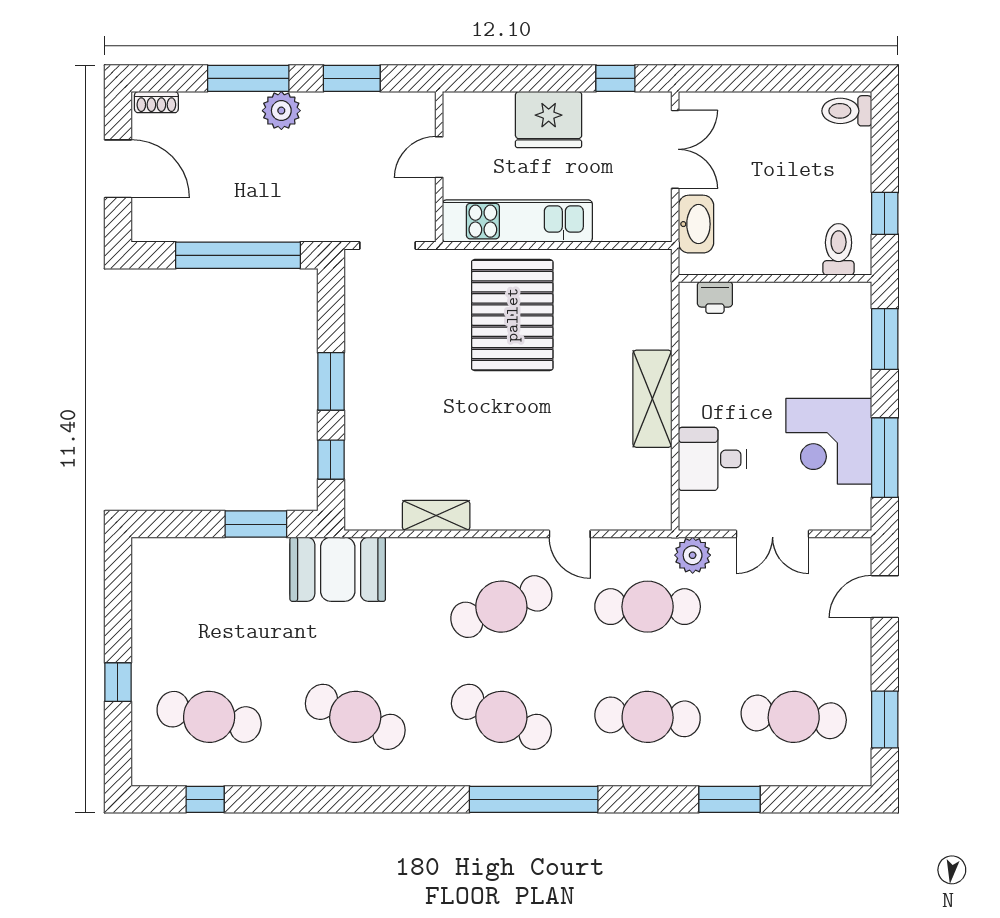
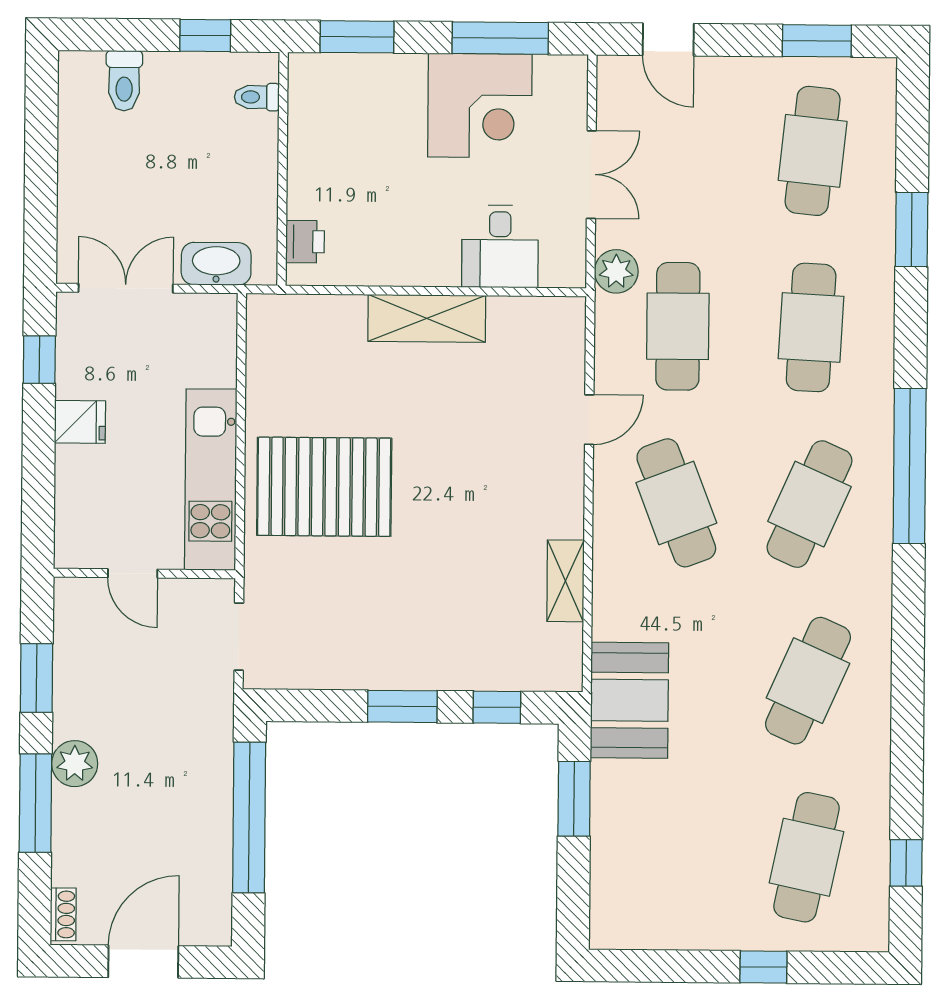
toilet: (847, 111) -> (124, 81), moved
fridge: (549, 120) -> (80, 422), width x0.53, depth x0.75
toilet: (839, 249) -> (257, 97), width x0.73, depth x0.72

